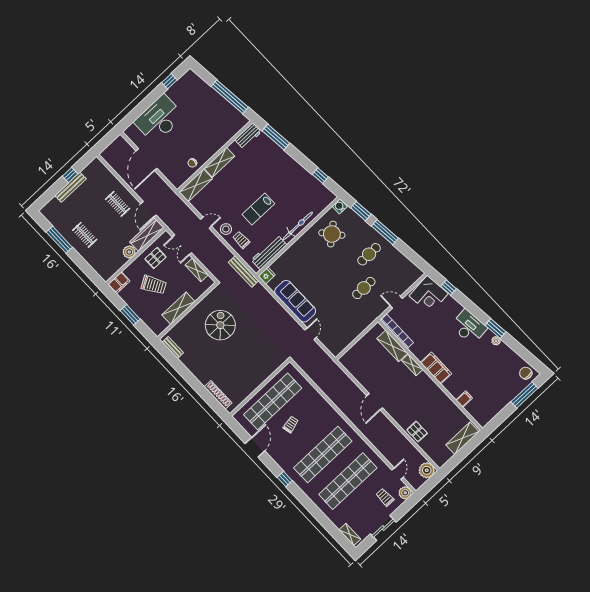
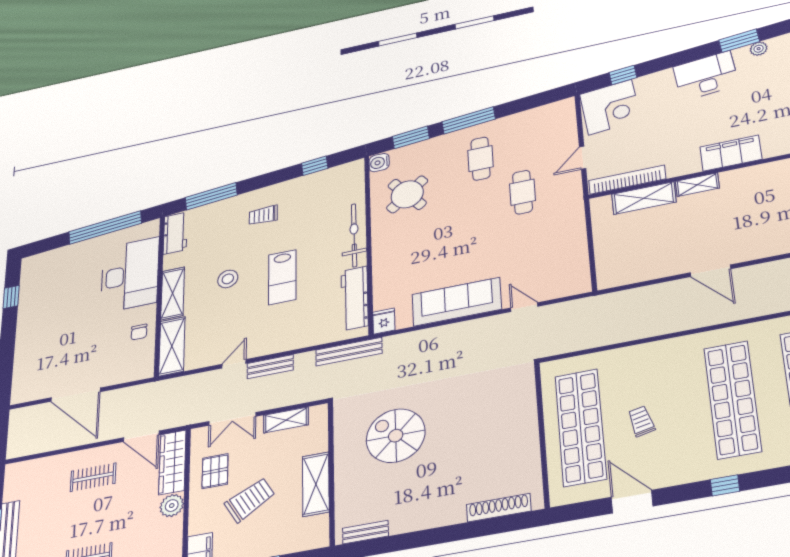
desk: (159, 119) -> (130, 275), moved, turned 180
stool: (226, 229) -> (228, 279), moved
trolley: (241, 240) -> (263, 215), moved
bench: (215, 241) -> (270, 367), added

